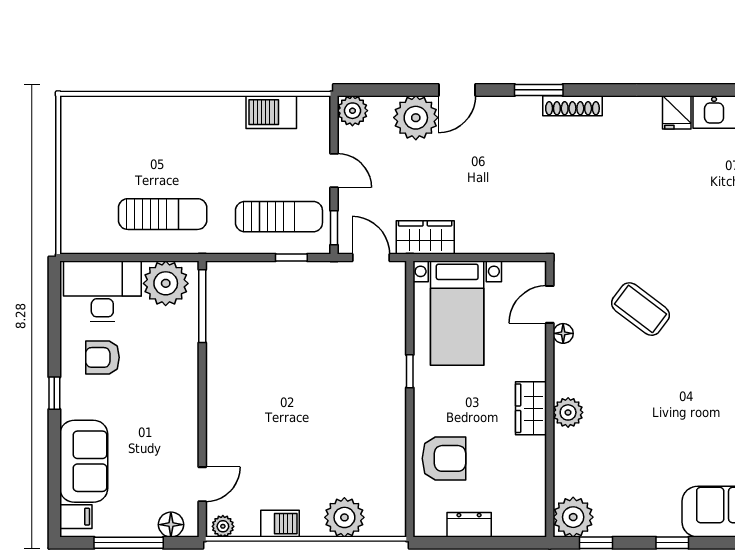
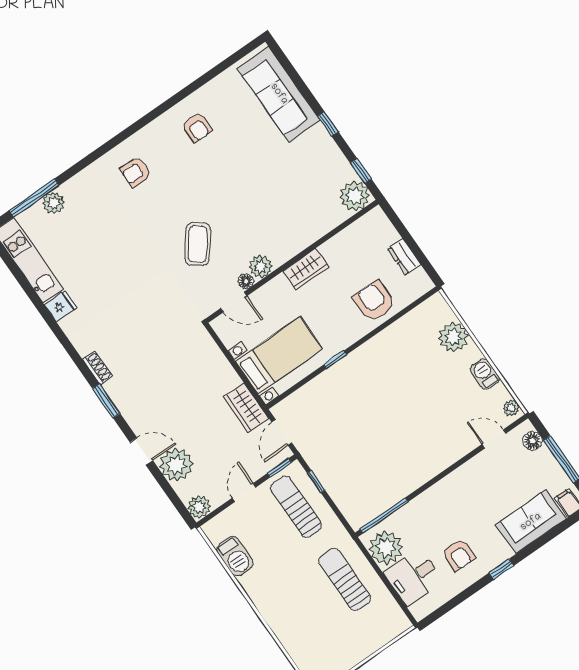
shoe rack: (572, 106) -> (98, 368), width x0.70
desk: (102, 291) -> (414, 577), width x0.73
plant: (568, 412) -> (261, 267), moved

